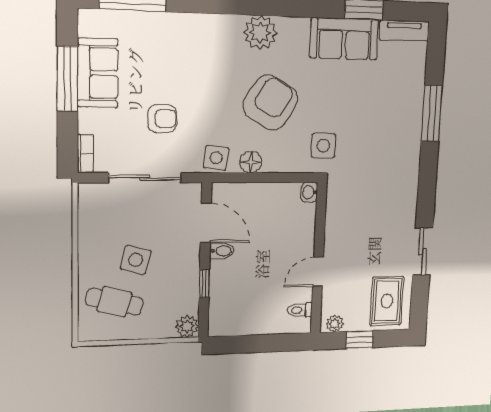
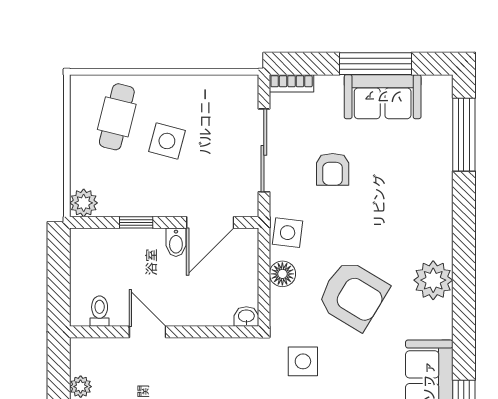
washbasin: (309, 192) -> (246, 317), moved
wall: (319, 259) -> (164, 332), moved
door: (318, 272) -> (147, 332), moved
toilet: (300, 310) -> (100, 311), moved

